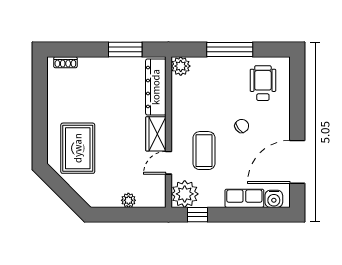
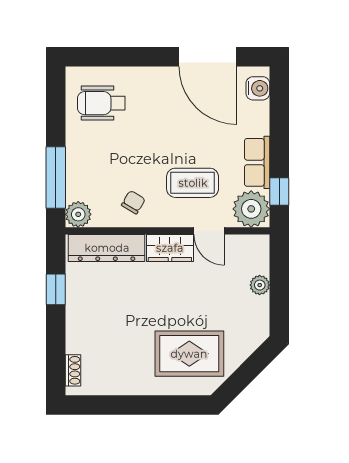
window: (125, 49) -> (56, 289), width x0.67
window: (230, 49) -> (56, 177), moved
chair: (242, 126) -> (133, 202), moved, turned 69
row of seats: (244, 198) -> (257, 162), moved

